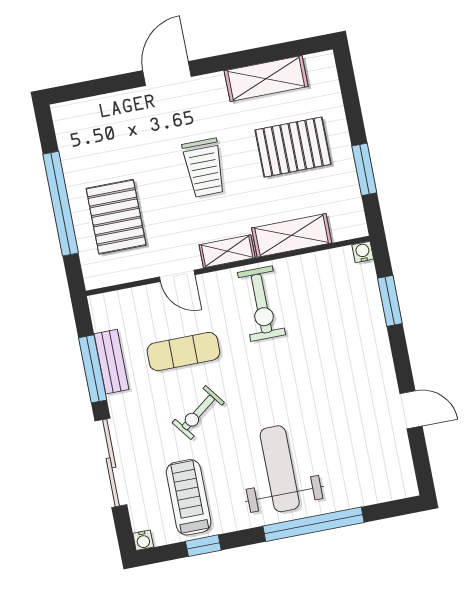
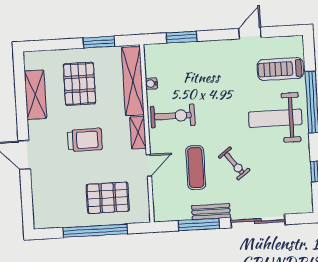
shelving: (292, 235) -> (133, 81), width x1.47
water cooler: (363, 252) -> (151, 84), moved
bench: (111, 362) -> (211, 212), moved
treadmill: (189, 497) -> (280, 69), moved
water cooler: (143, 540) -> (308, 208), removed

